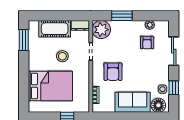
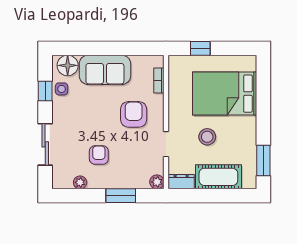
plant: (101, 30) -> (157, 182), width x0.53, depth x0.53
armchair: (147, 43) -> (99, 155), moved

